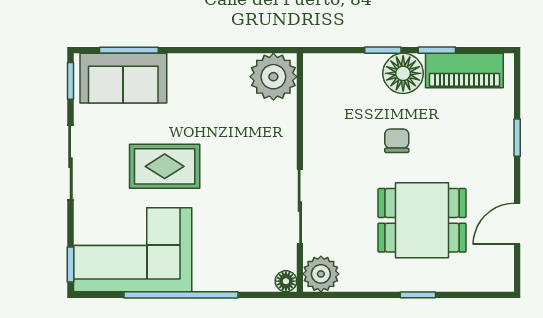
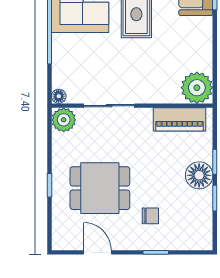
piano: (464, 71) -> (180, 119), moved, turned -90
chair: (397, 141) -> (150, 216), moved
dining table: (422, 220) -> (100, 188), turned 90

